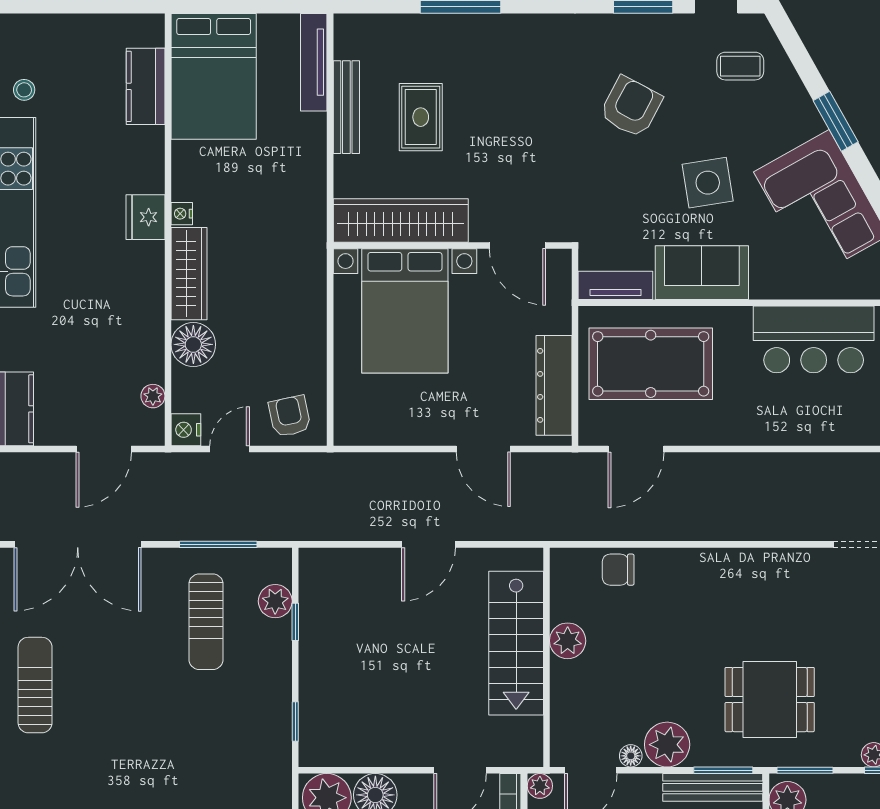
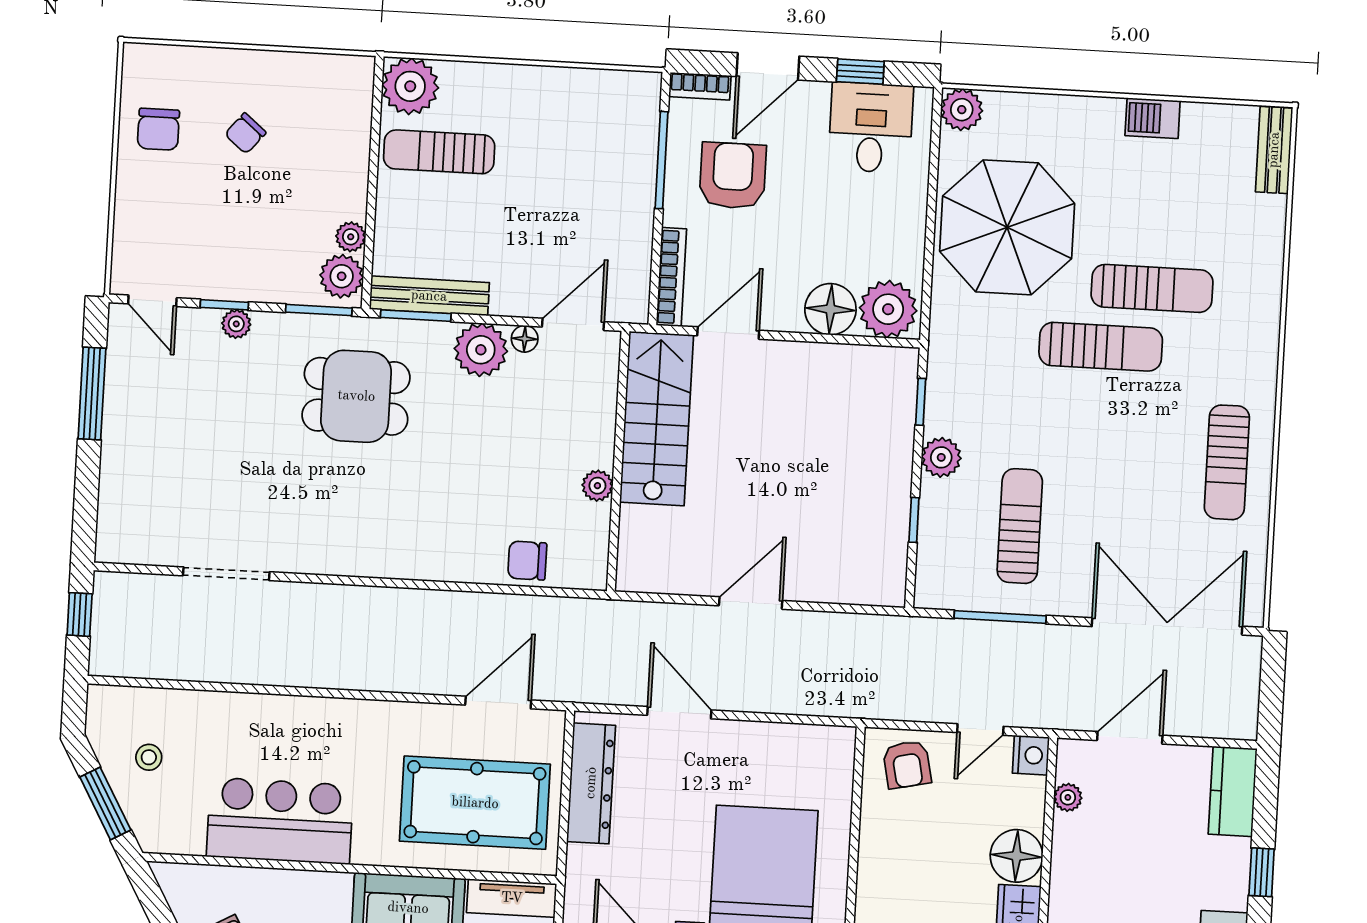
chair: (618, 570) -> (527, 561), turned 180
plant: (275, 601) -> (941, 457), moved
plant: (568, 641) -> (597, 486), width x0.73, depth x0.73
stairs: (516, 643) -> (657, 419), moved
sun lounger: (146, 776) -> (1101, 347), added
plant: (540, 786) -> (634, 309), removed

